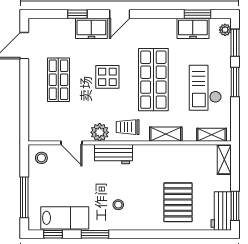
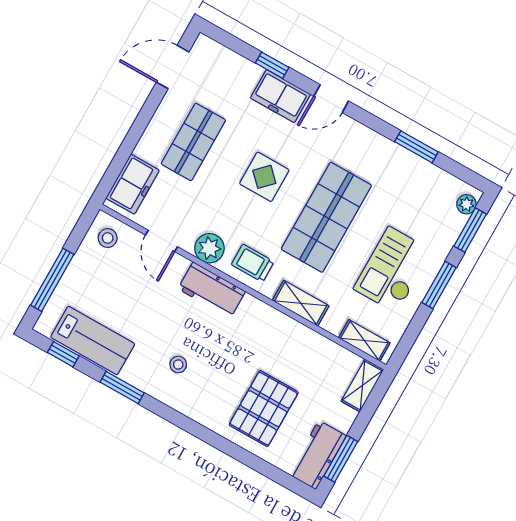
window: (198, 14) -> (416, 147), moved
freezer: (193, 28) -> (133, 184), moved, turned -90

